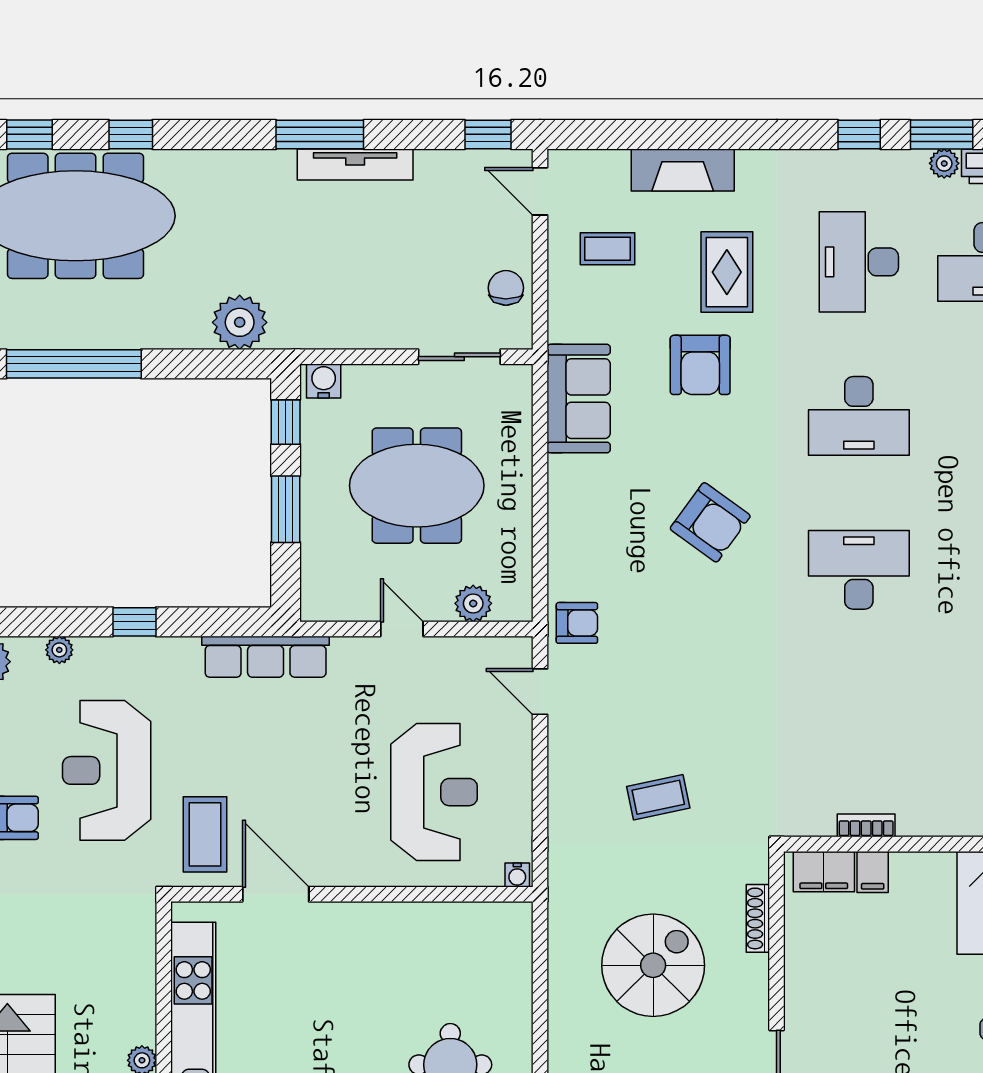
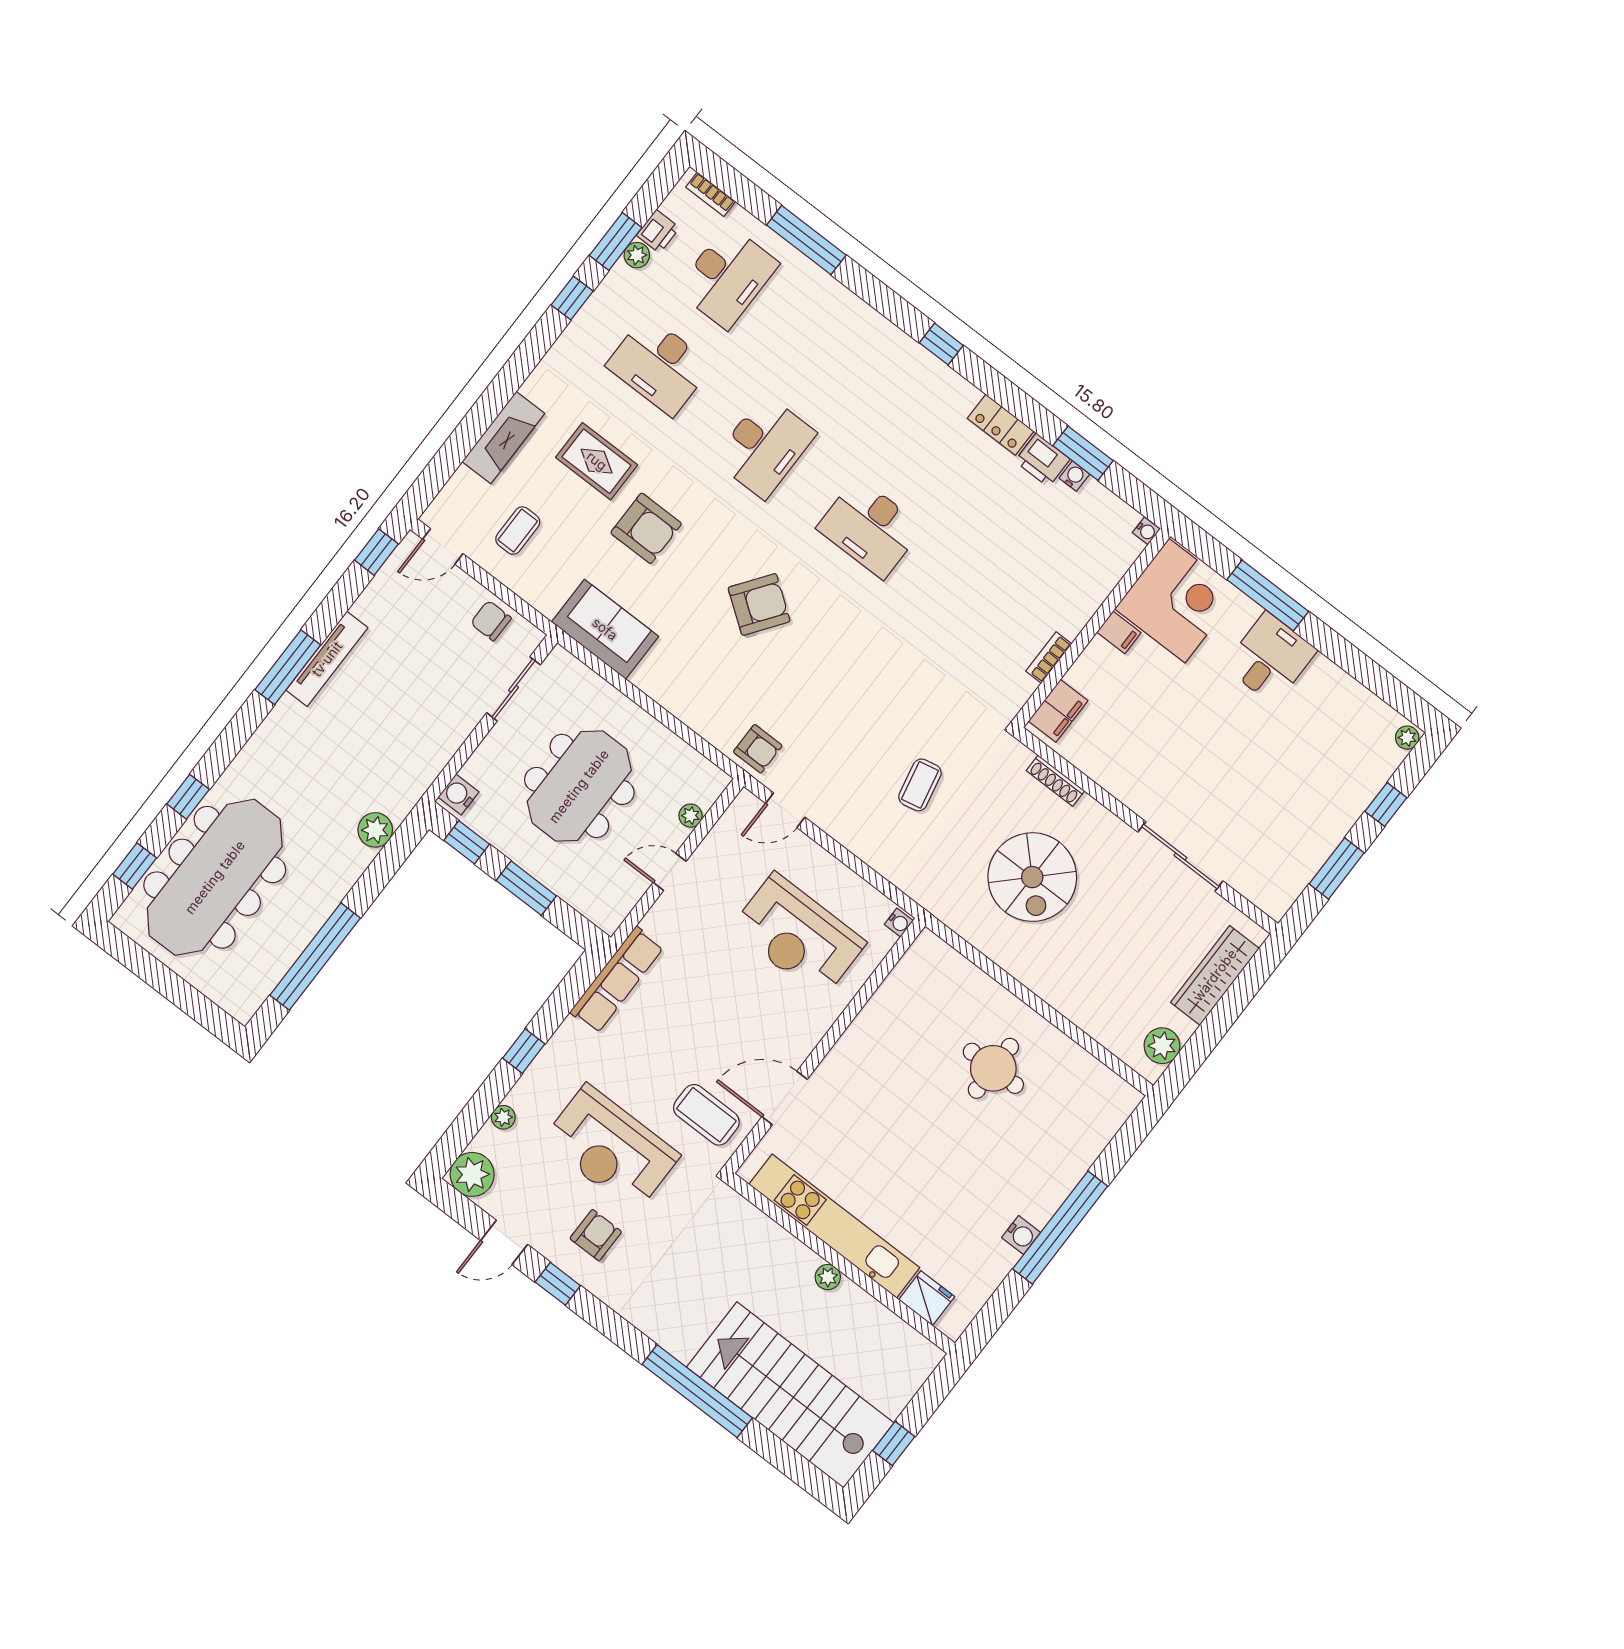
plant: (240, 322) -> (375, 830), width x0.73, depth x0.73
desk: (859, 570) -> (870, 528), turned -90
plant: (473, 603) -> (691, 816), width x0.73, depth x0.73
armchair: (577, 623) -> (758, 749), turned 90
reception desk: (434, 792) -> (798, 936), turned 180
filing cabinet: (873, 872) -> (1119, 632), moved
spiral stairs: (653, 965) -> (1032, 877), turned 180

